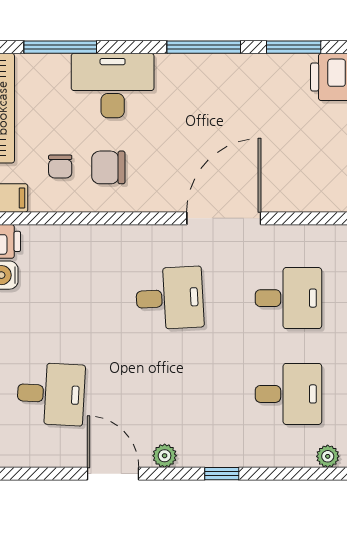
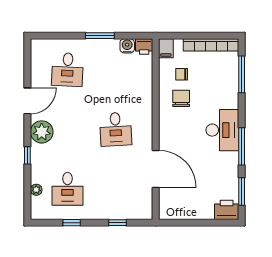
desk: (113, 86) -> (222, 130), moved
door: (224, 218) -> (156, 169), moved
desk: (288, 298) -> (116, 189), removed
plant: (165, 456) -> (42, 132), width x1.87, depth x1.87
plant: (328, 456) -> (36, 190), moved

